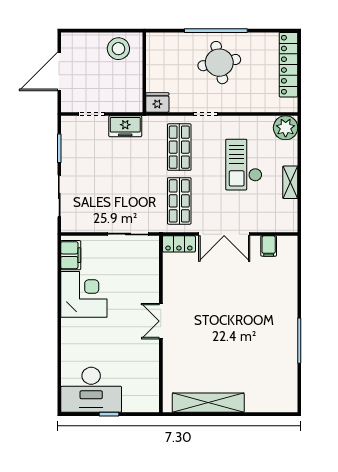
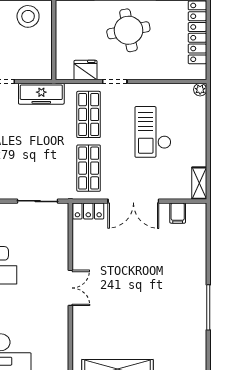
fridge: (157, 102) -> (85, 70), moved
freezer: (125, 126) -> (41, 94), width x1.40
plant: (286, 128) -> (200, 90), width x0.53, depth x0.53
shelving: (290, 182) -> (199, 183), moved
double door: (161, 321) -> (70, 288), swing flipped

